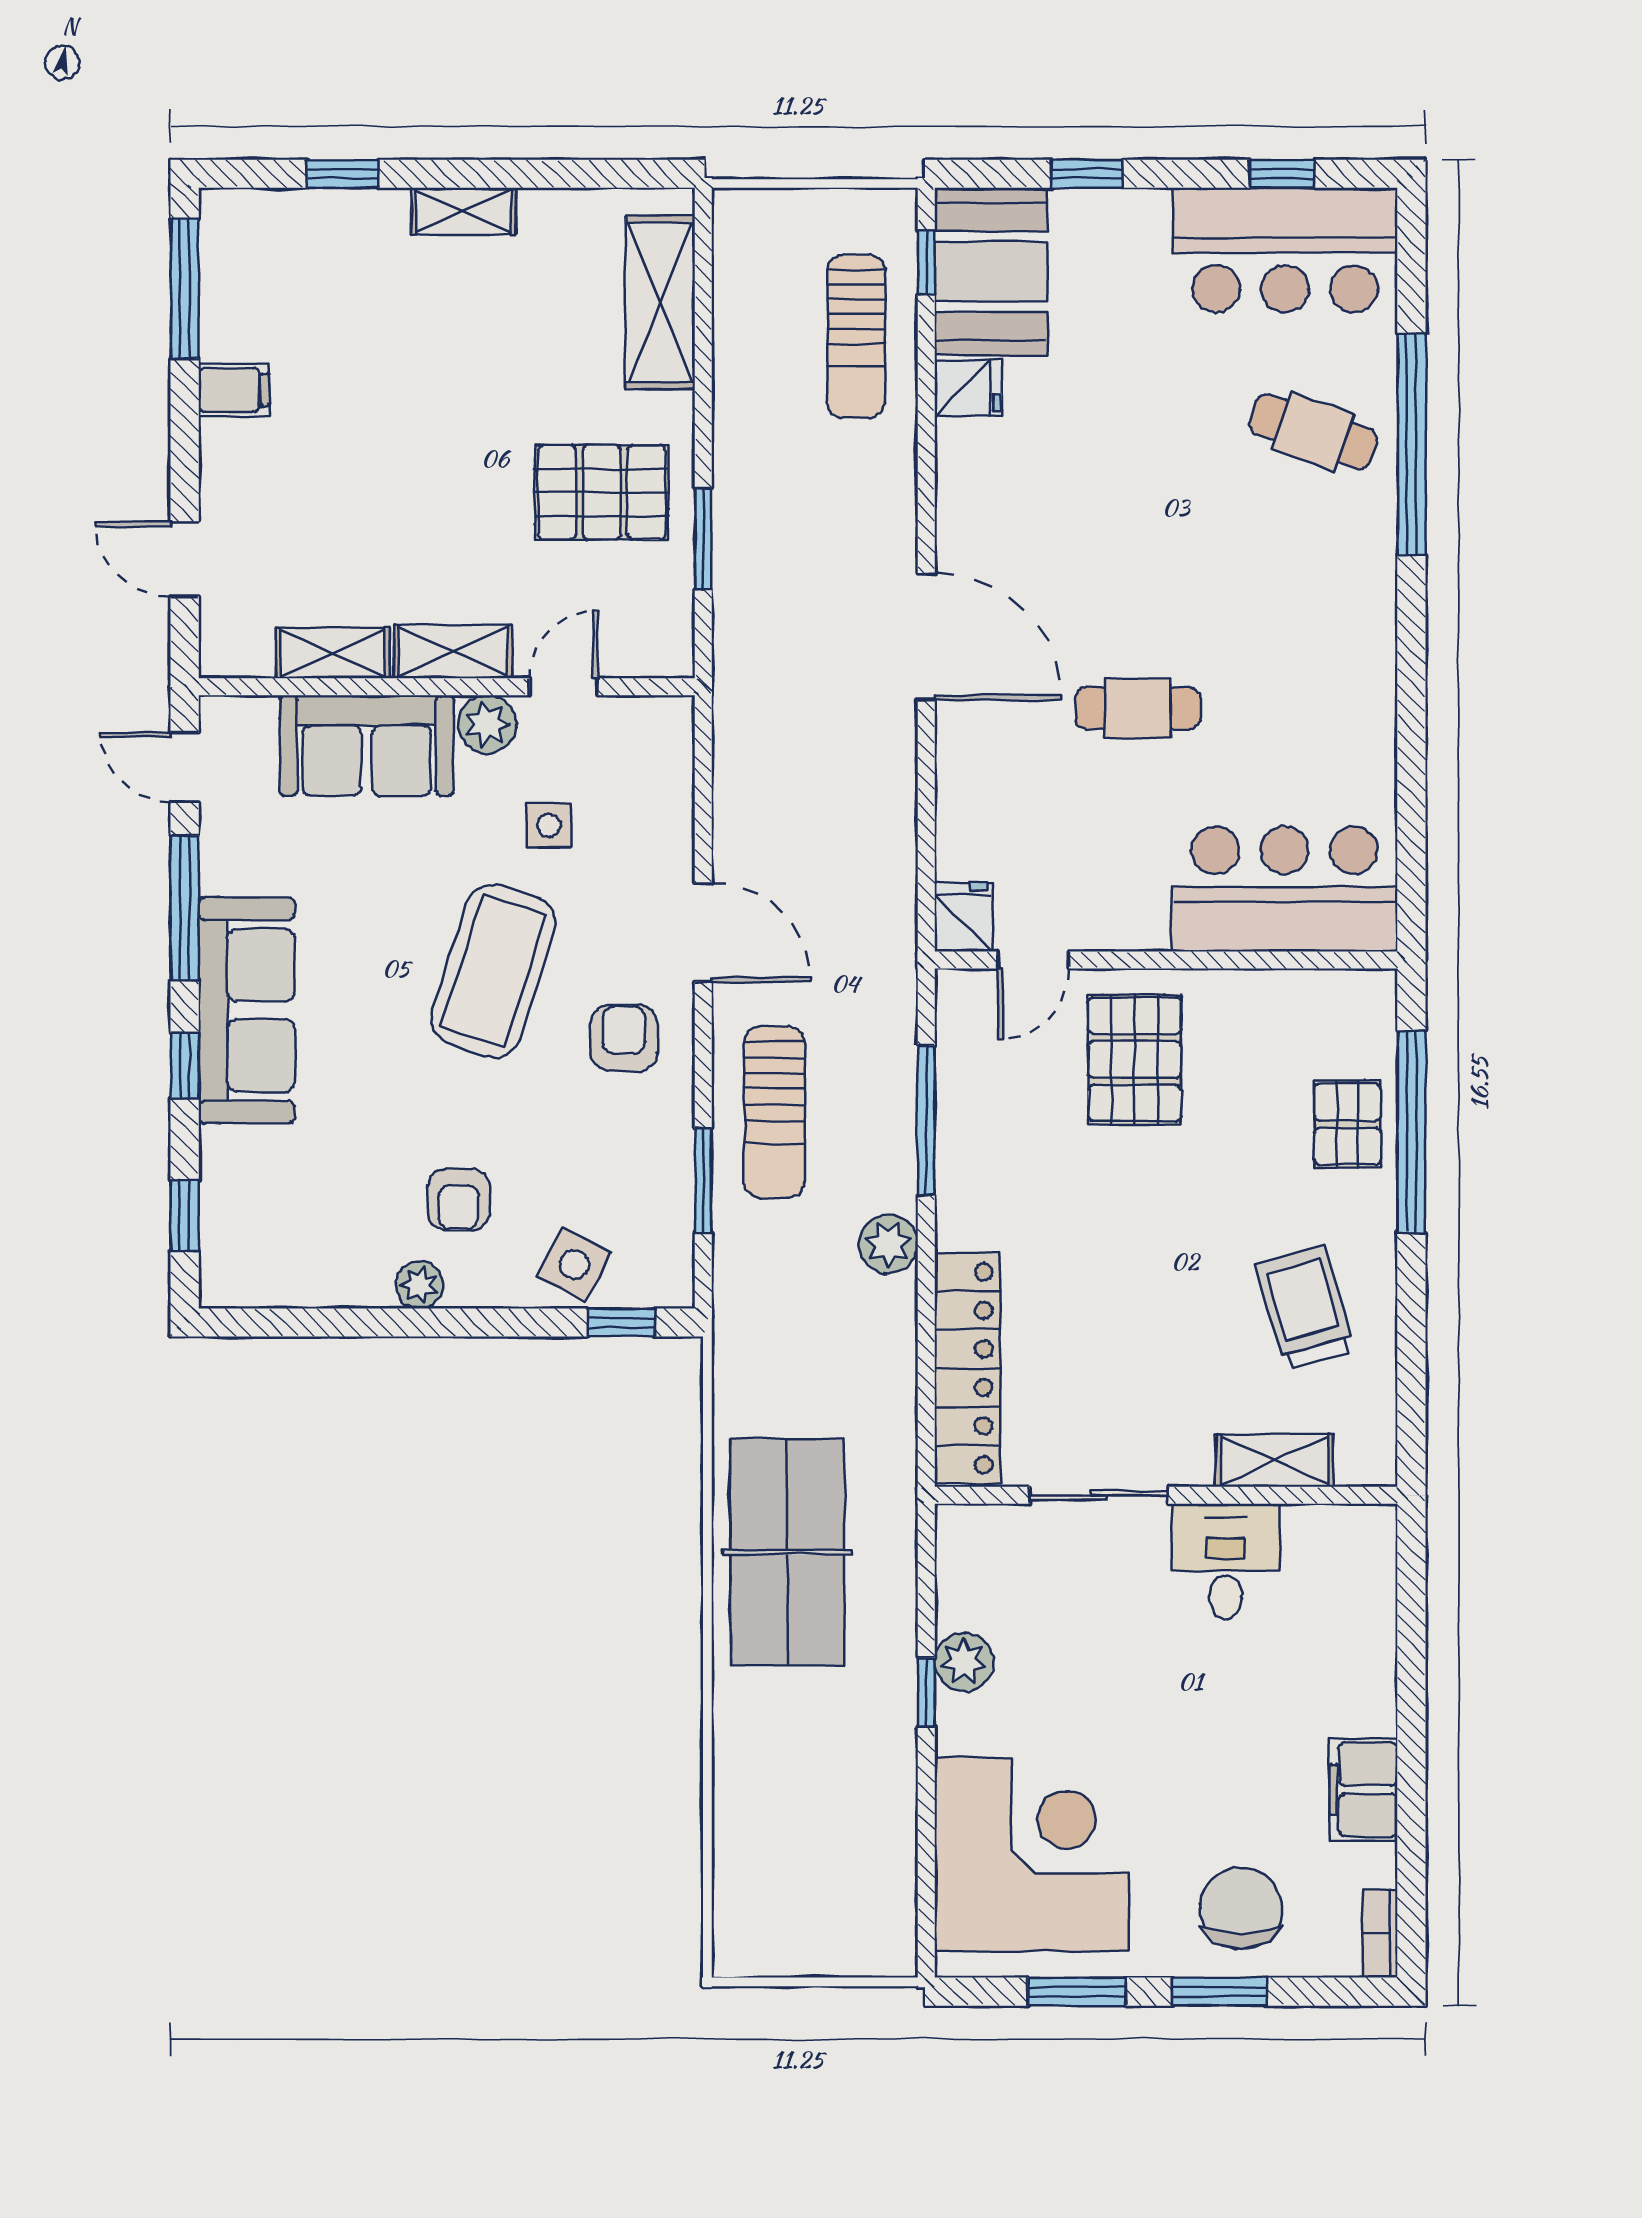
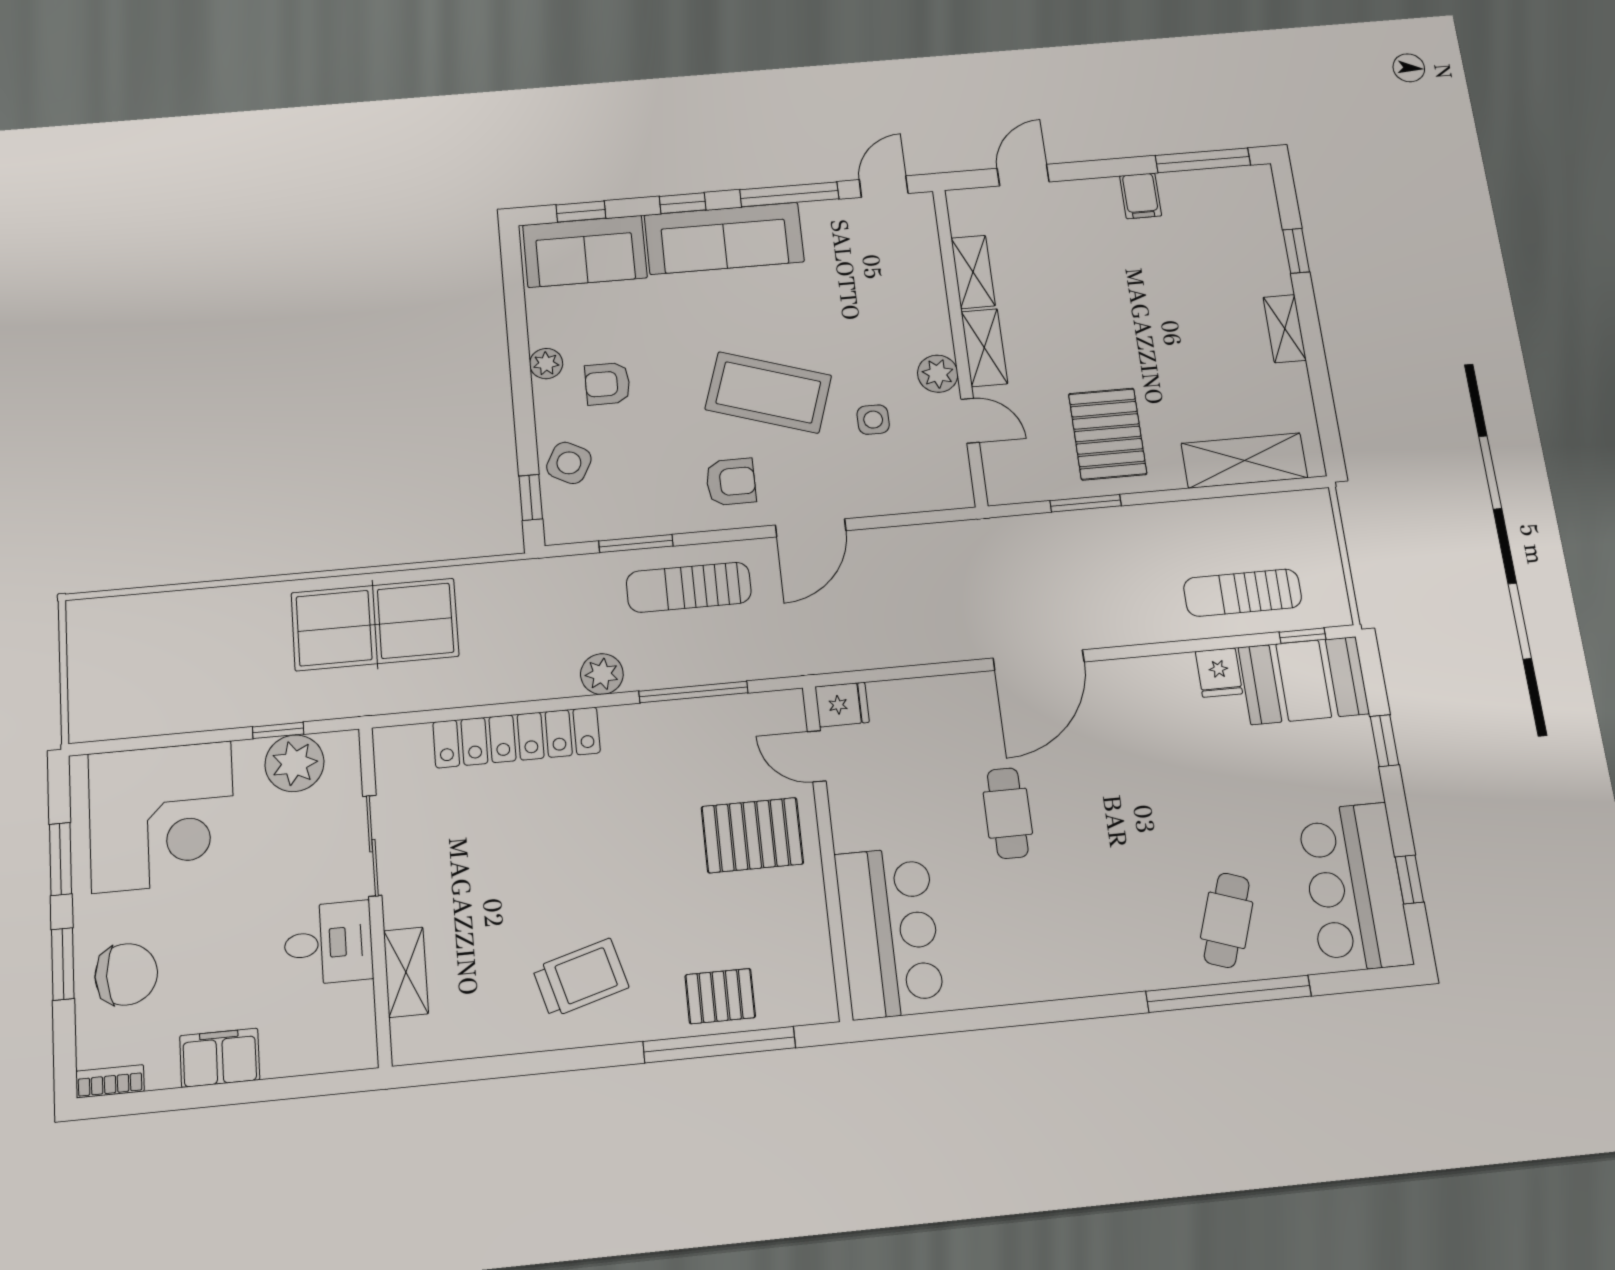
sofa: (367, 745) -> (585, 251), moved, turned -90
shelving: (1275, 1461) -> (406, 972), moved
sliding door: (1099, 1495) -> (372, 846), moved
wall: (1166, 1495) -> (375, 894), moved
desk: (1226, 1561) -> (328, 943), moved
plant: (964, 1662) -> (294, 763), width x1.36, depth x1.36

